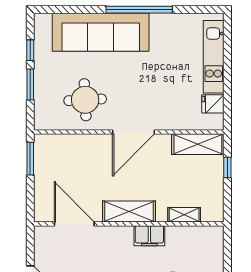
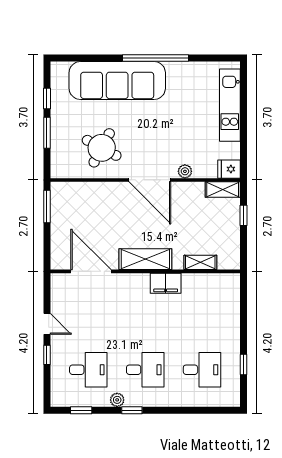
round table: (85, 100) -> (102, 148), turned 31
fridge: (213, 104) -> (229, 169), moved
plant: (169, 123) -> (185, 171), added
door: (134, 132) -> (150, 180), hinge flipped
shelving: (198, 144) -> (223, 189), width x0.67, depth x0.75

